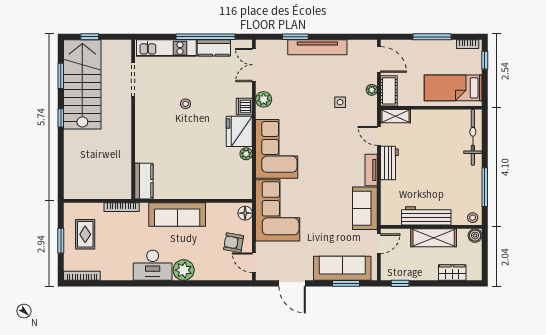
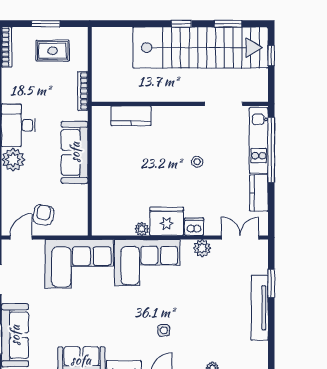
window: (205, 37) -> (271, 150), moved
stairs: (82, 84) -> (201, 48), width x1.36
side table: (340, 102) -> (164, 330), moved
kitchen counter: (144, 181) -> (131, 116), moved
floor lamp: (245, 213) -> (76, 228), removed

